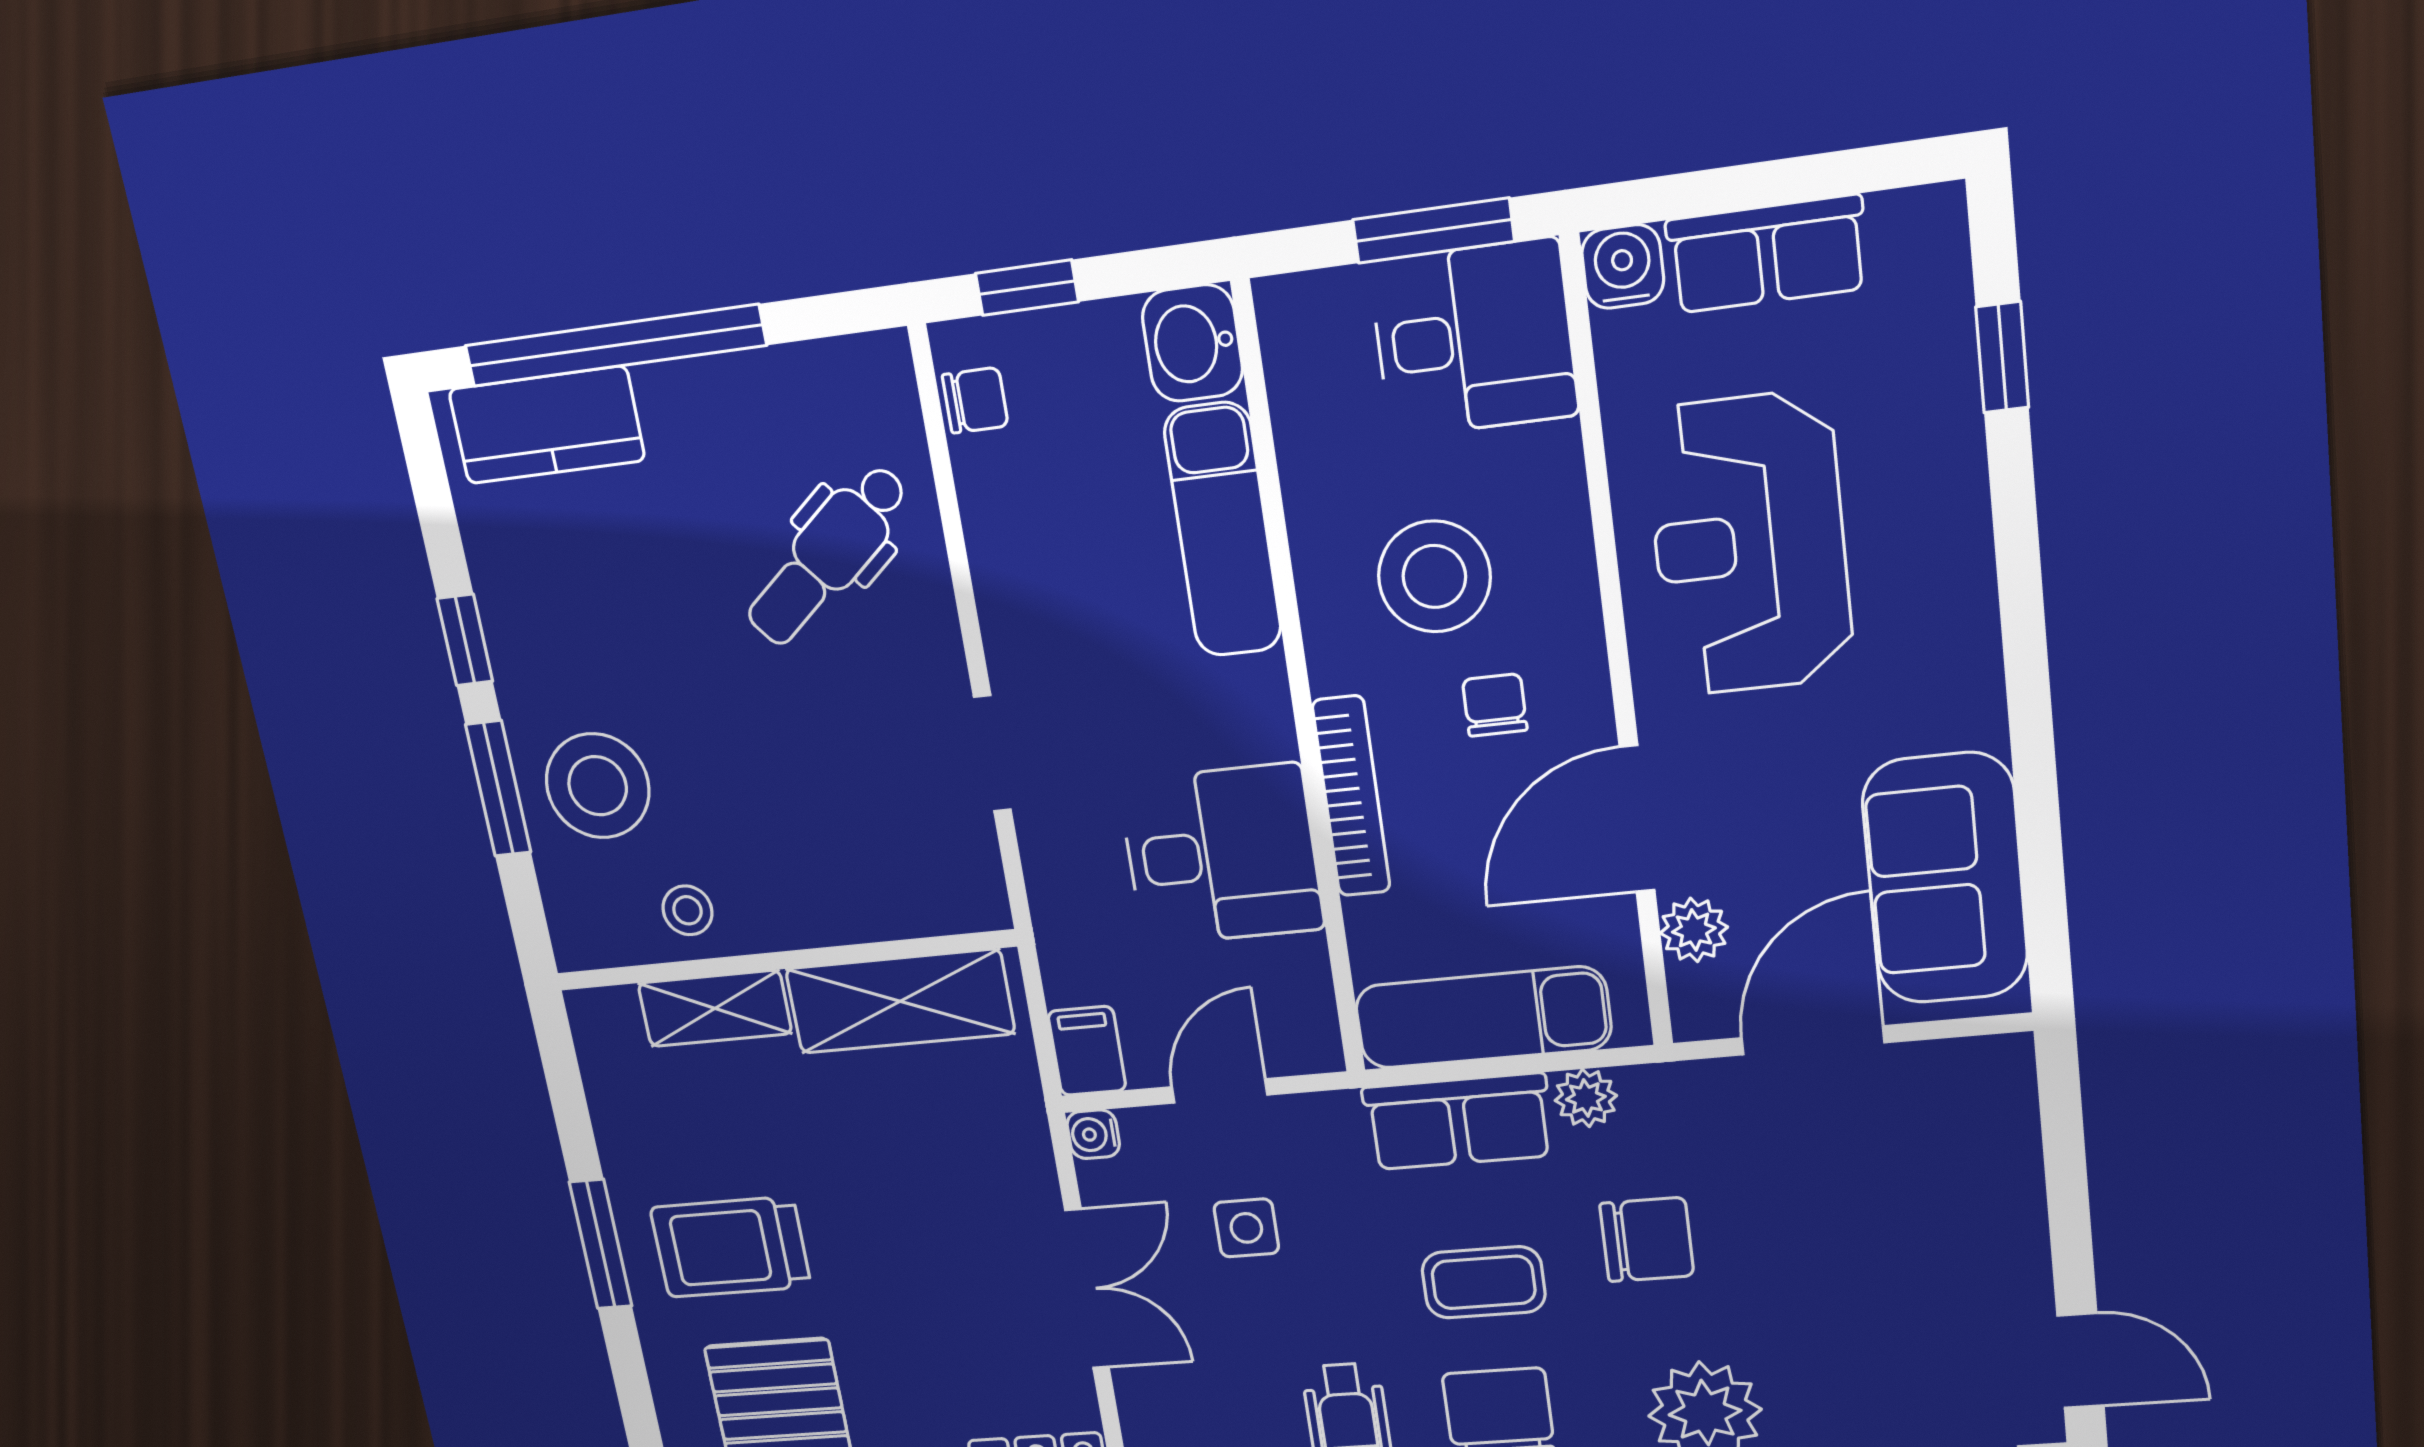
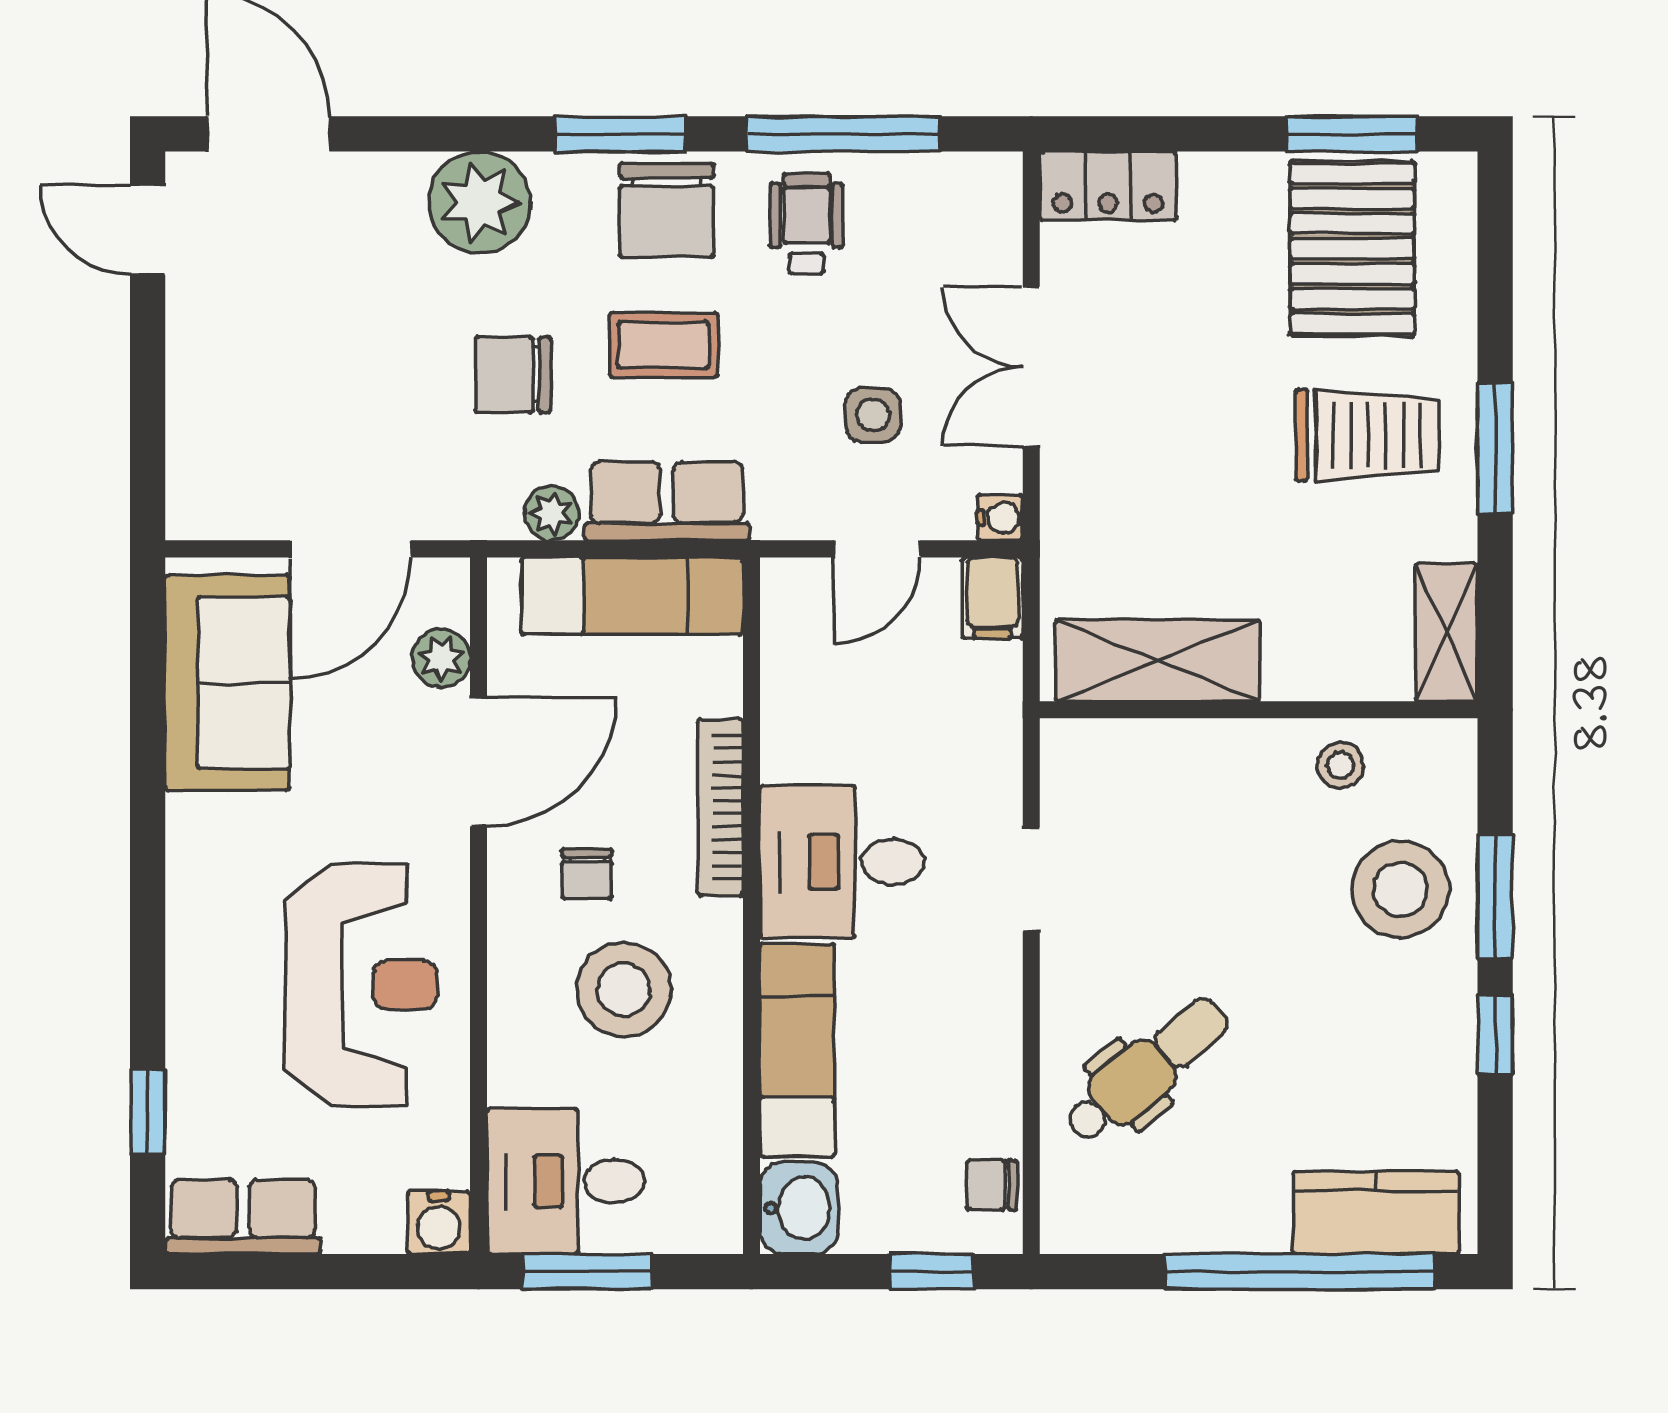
row of seats: (1767, 254) -> (243, 1217), moved
desk: (1221, 855) -> (842, 862), moved
shelving: (715, 1008) -> (1447, 632), moved, turned 90

